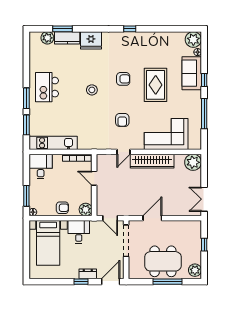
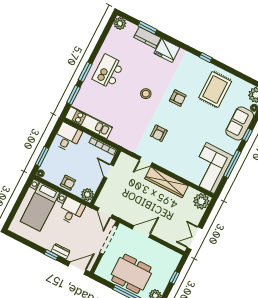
plant: (47, 38) -> (120, 23), moved
rug: (156, 85) -> (215, 89), moved
corner sofa: (166, 134) -> (210, 168), moved, turned -90

